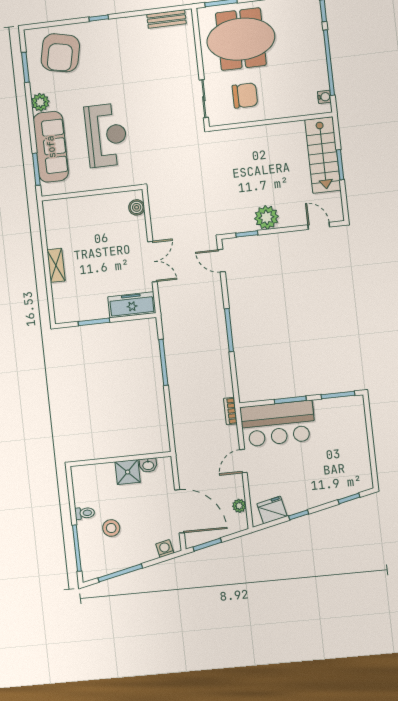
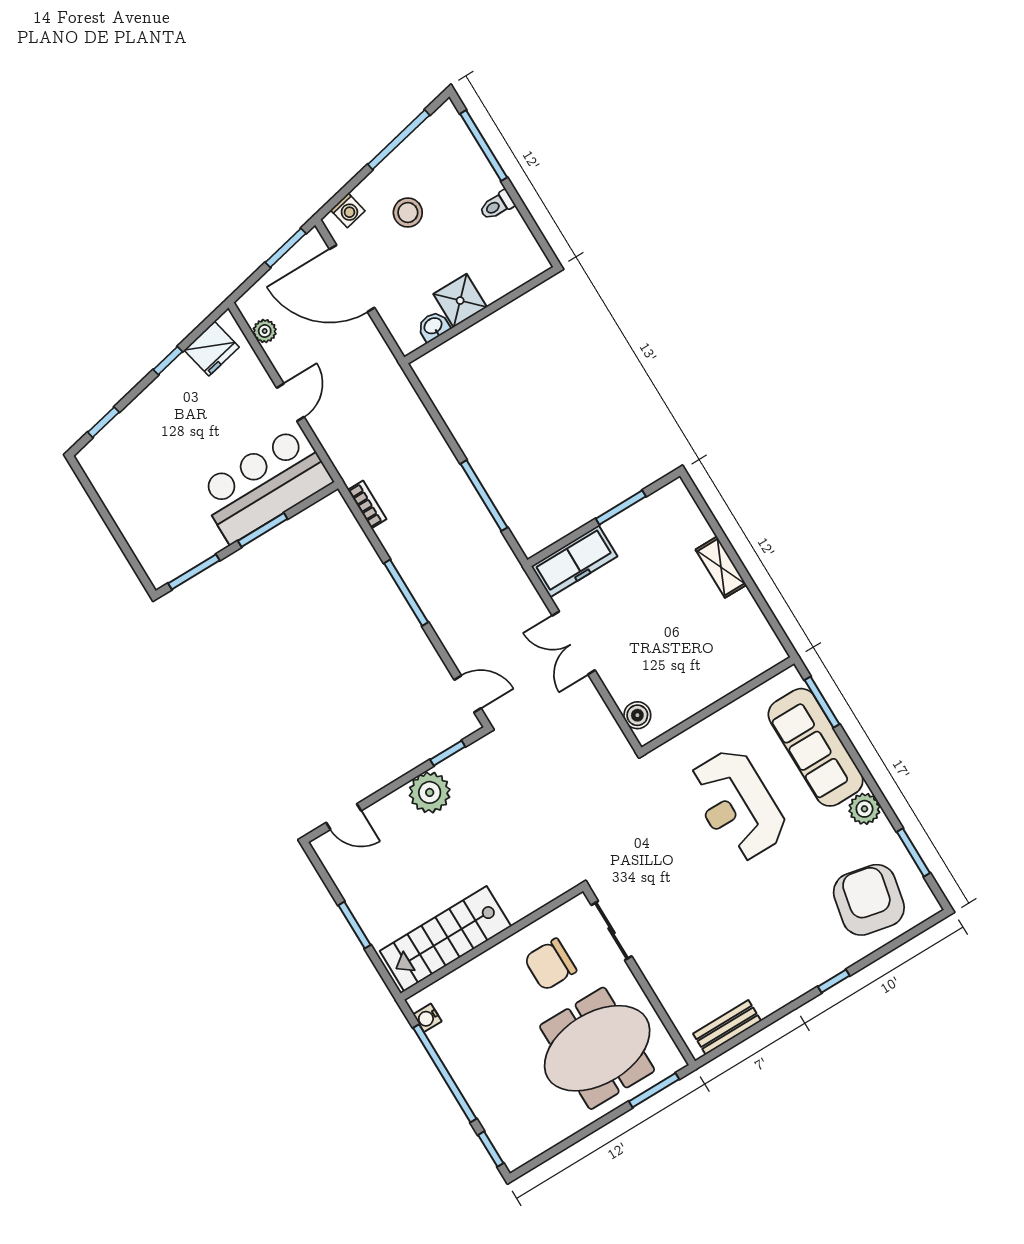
stairs: (323, 155) -> (445, 939), moved, turned -90
bookcase: (230, 411) -> (367, 505), moved
stool: (111, 528) -> (408, 212), moved

